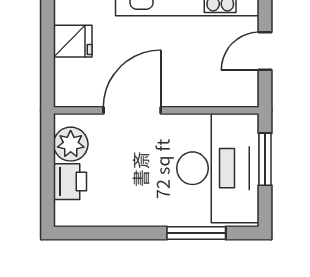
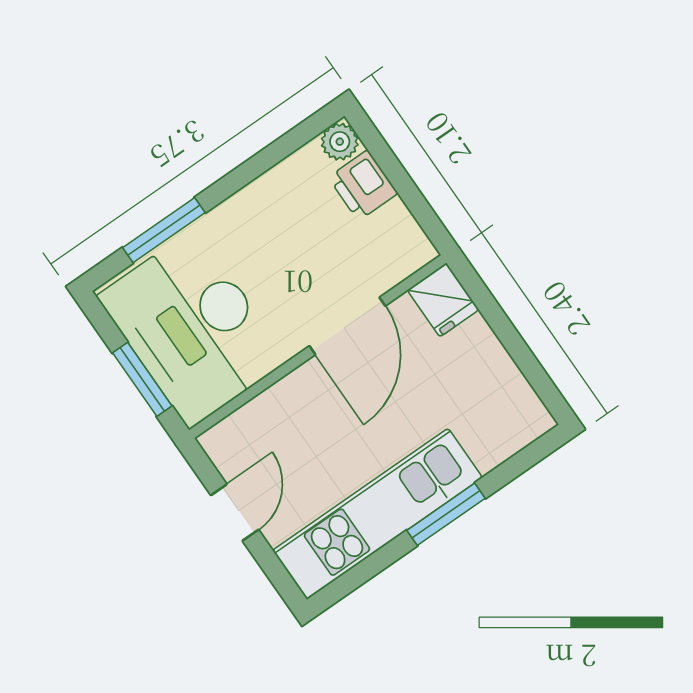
fridge: (73, 41) -> (443, 300), moved, turned -90
plant: (71, 144) -> (340, 142), moved, width x0.73, depth x0.73

